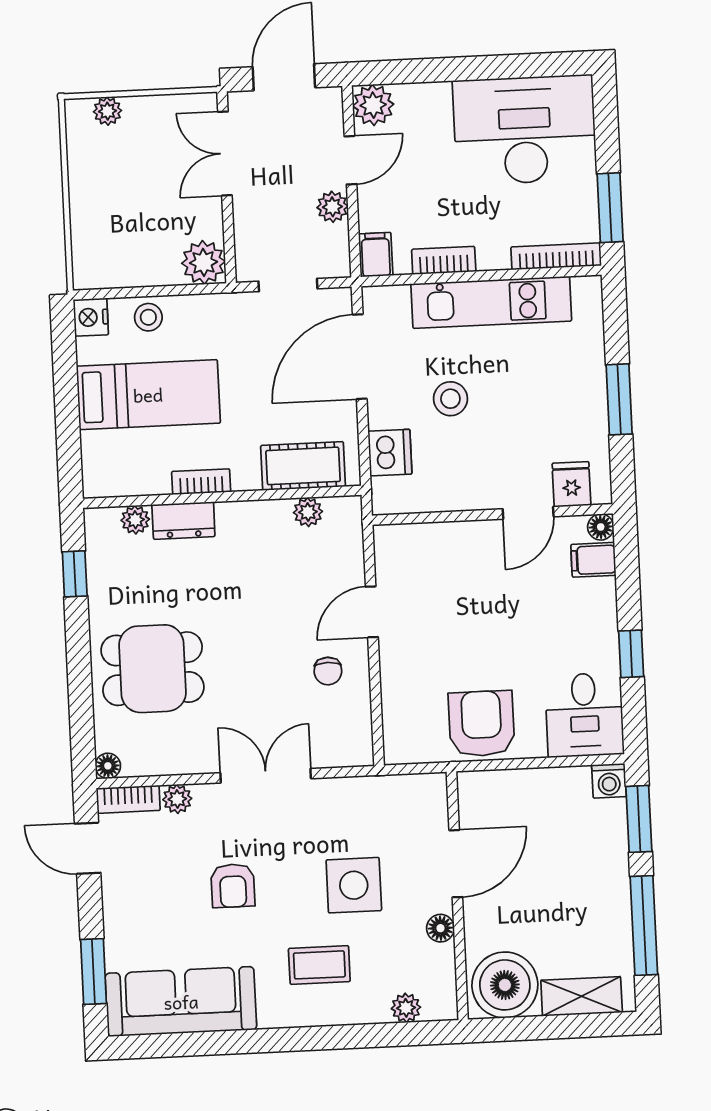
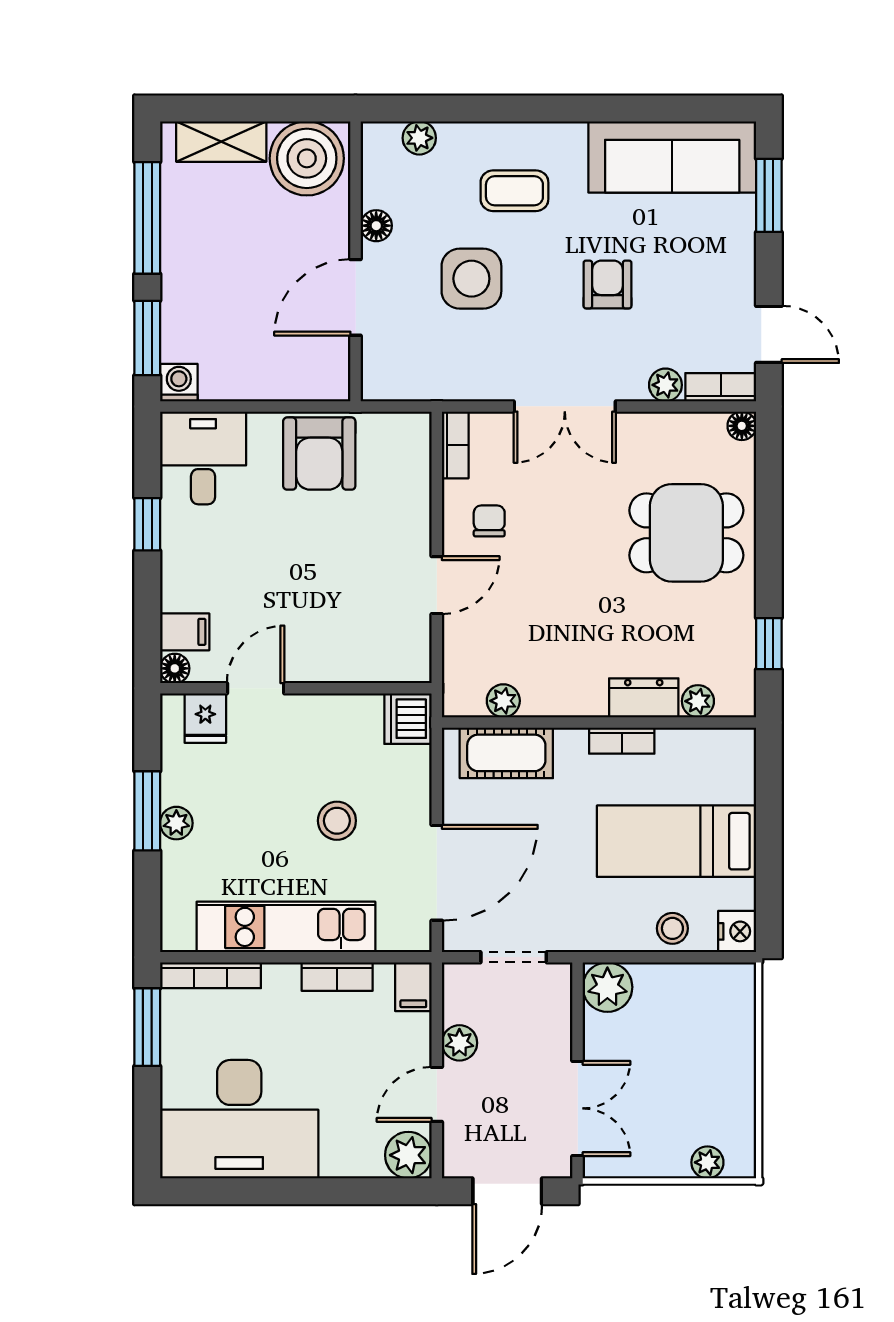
plant: (593, 390) -> (176, 823), added
dishwasher: (390, 453) -> (408, 719), moved
bookcase: (361, 737) -> (455, 445), added

